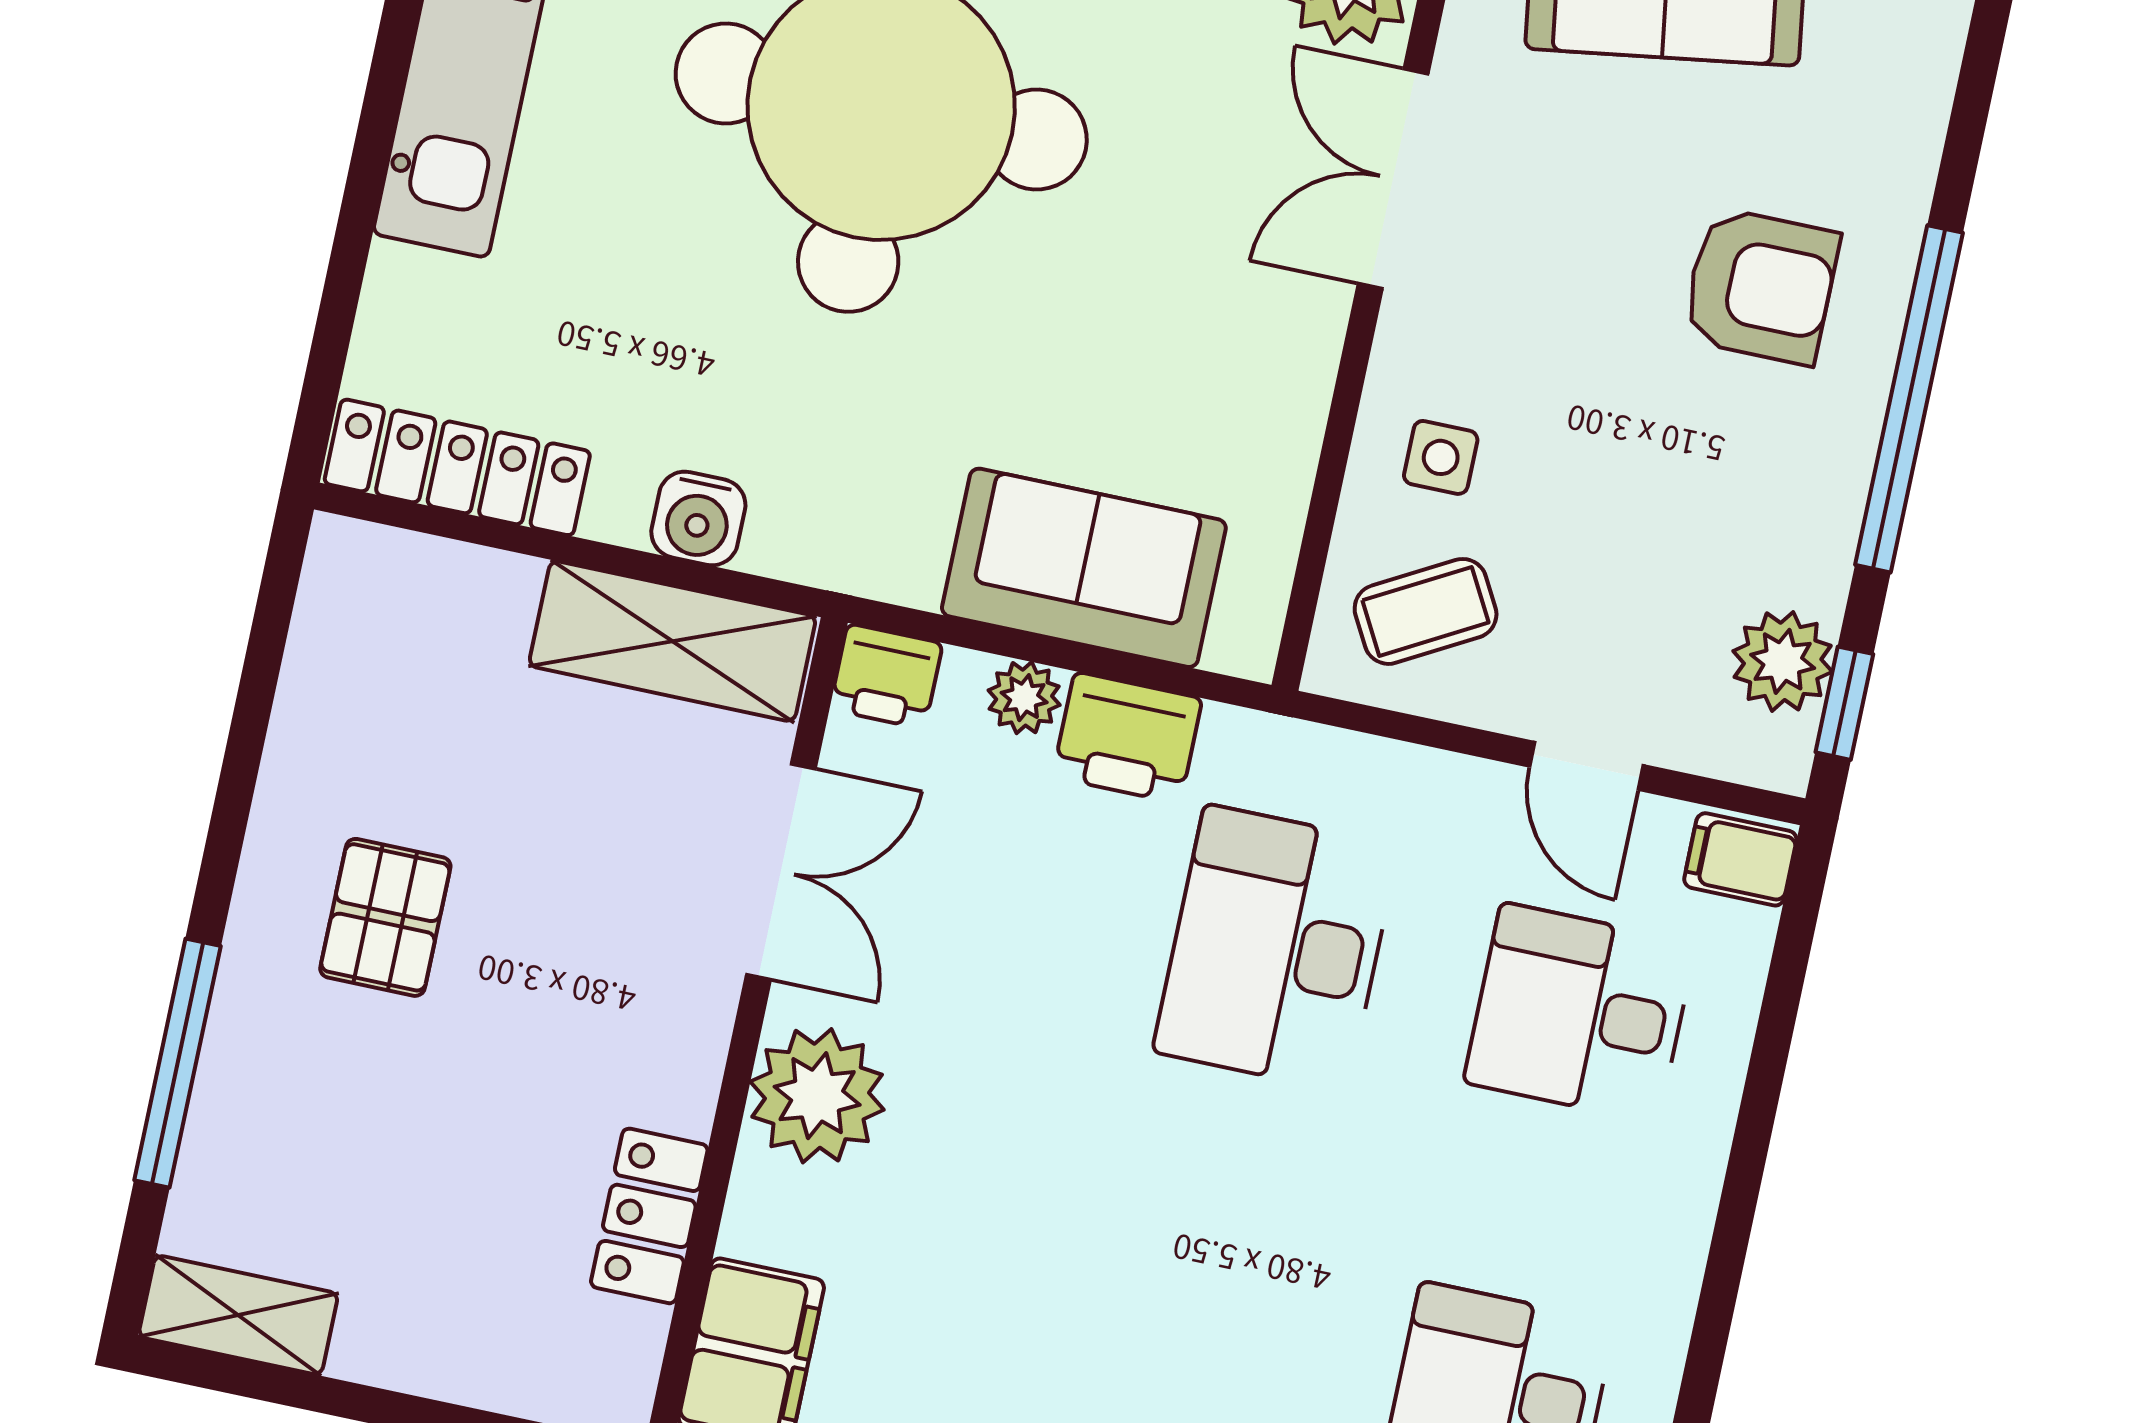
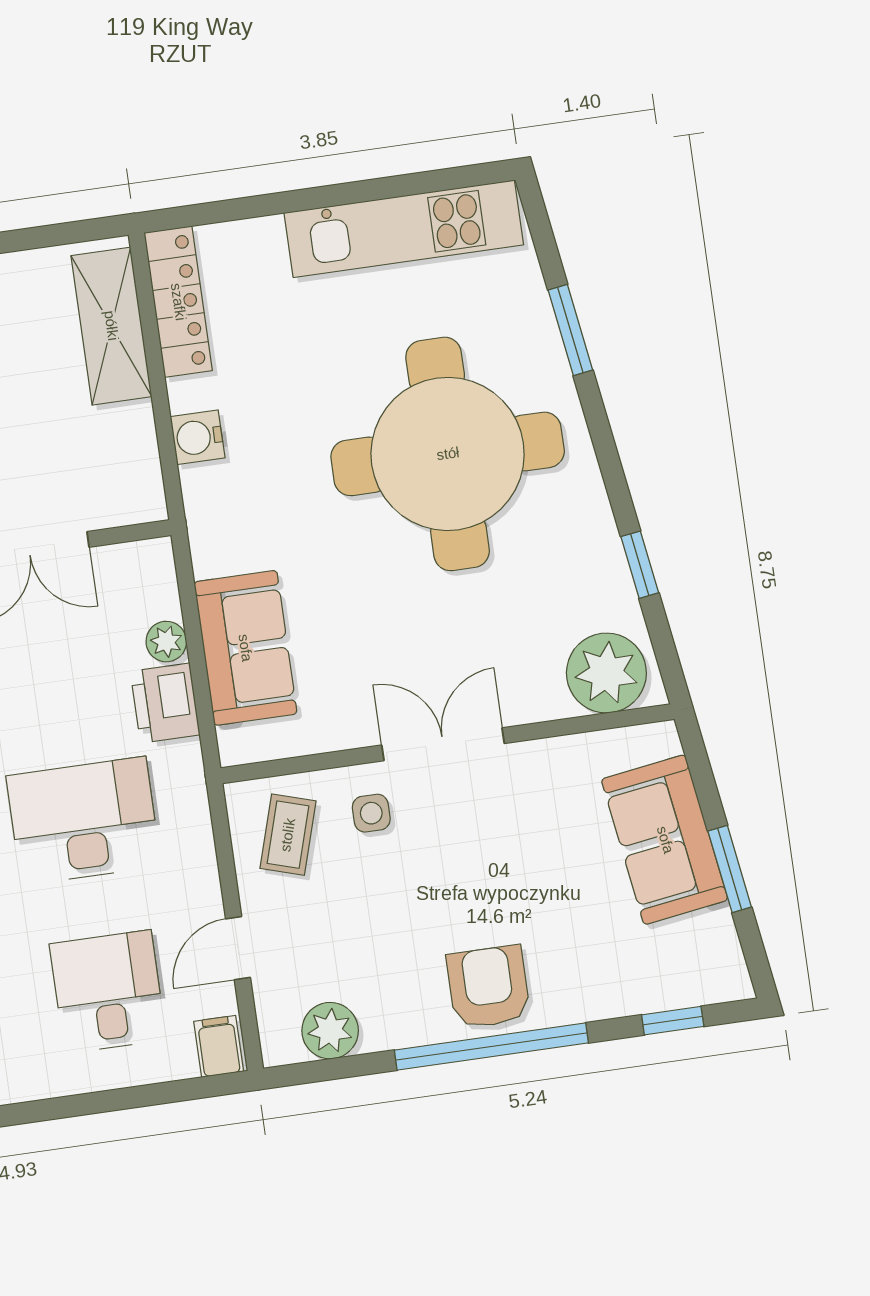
double door: (1393, 179) -> (443, 744), moved
armchair: (1761, 286) -> (488, 987), moved, turned 180
coffee table: (1426, 611) -> (288, 835), turned 46
shelving: (672, 641) -> (111, 326), moved
printer: (886, 676) -> (151, 565), removed
window: (1844, 703) -> (673, 1021), moved

